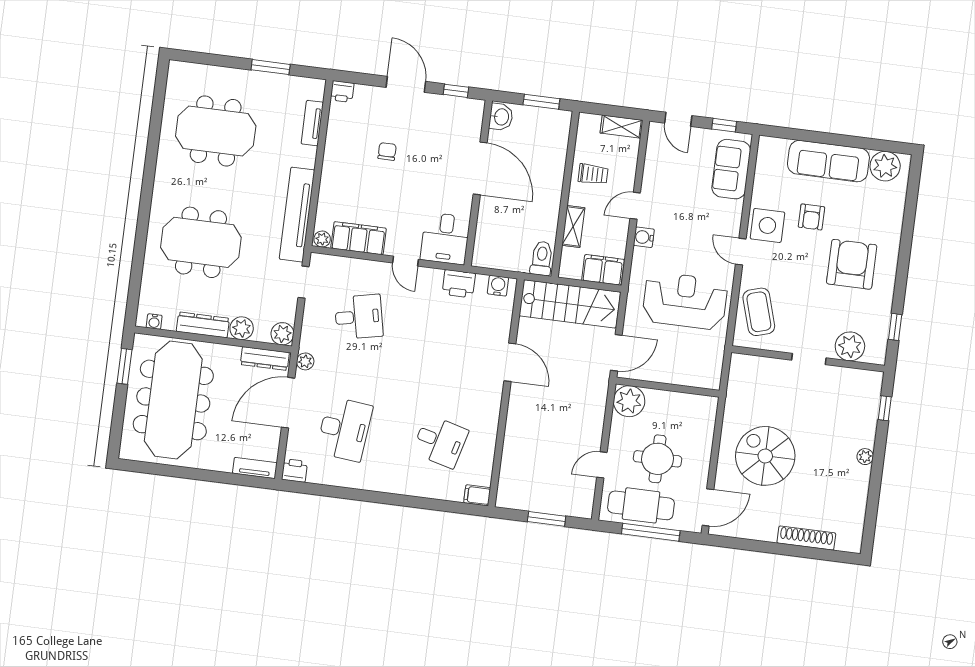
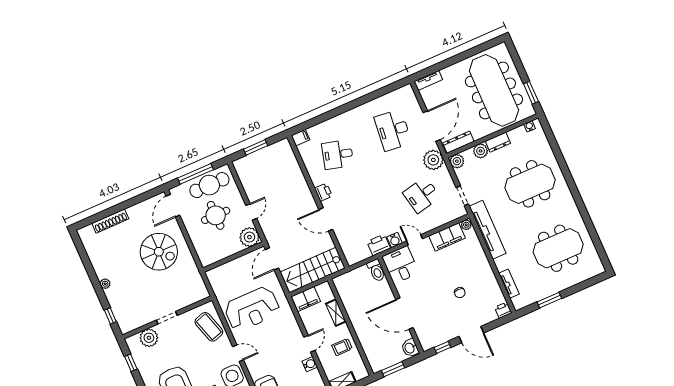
water cooler: (644, 237) -> (310, 364), moved
toilet: (542, 258) -> (376, 270), moved
water cooler: (498, 286) -> (395, 240), moved
dresser: (203, 325) -> (498, 142), width x0.70
plant: (305, 361) -> (433, 160), width x1.88, depth x1.88
door: (602, 465) -> (251, 212), moved
printer: (294, 471) -> (323, 192), moved, turned -90

